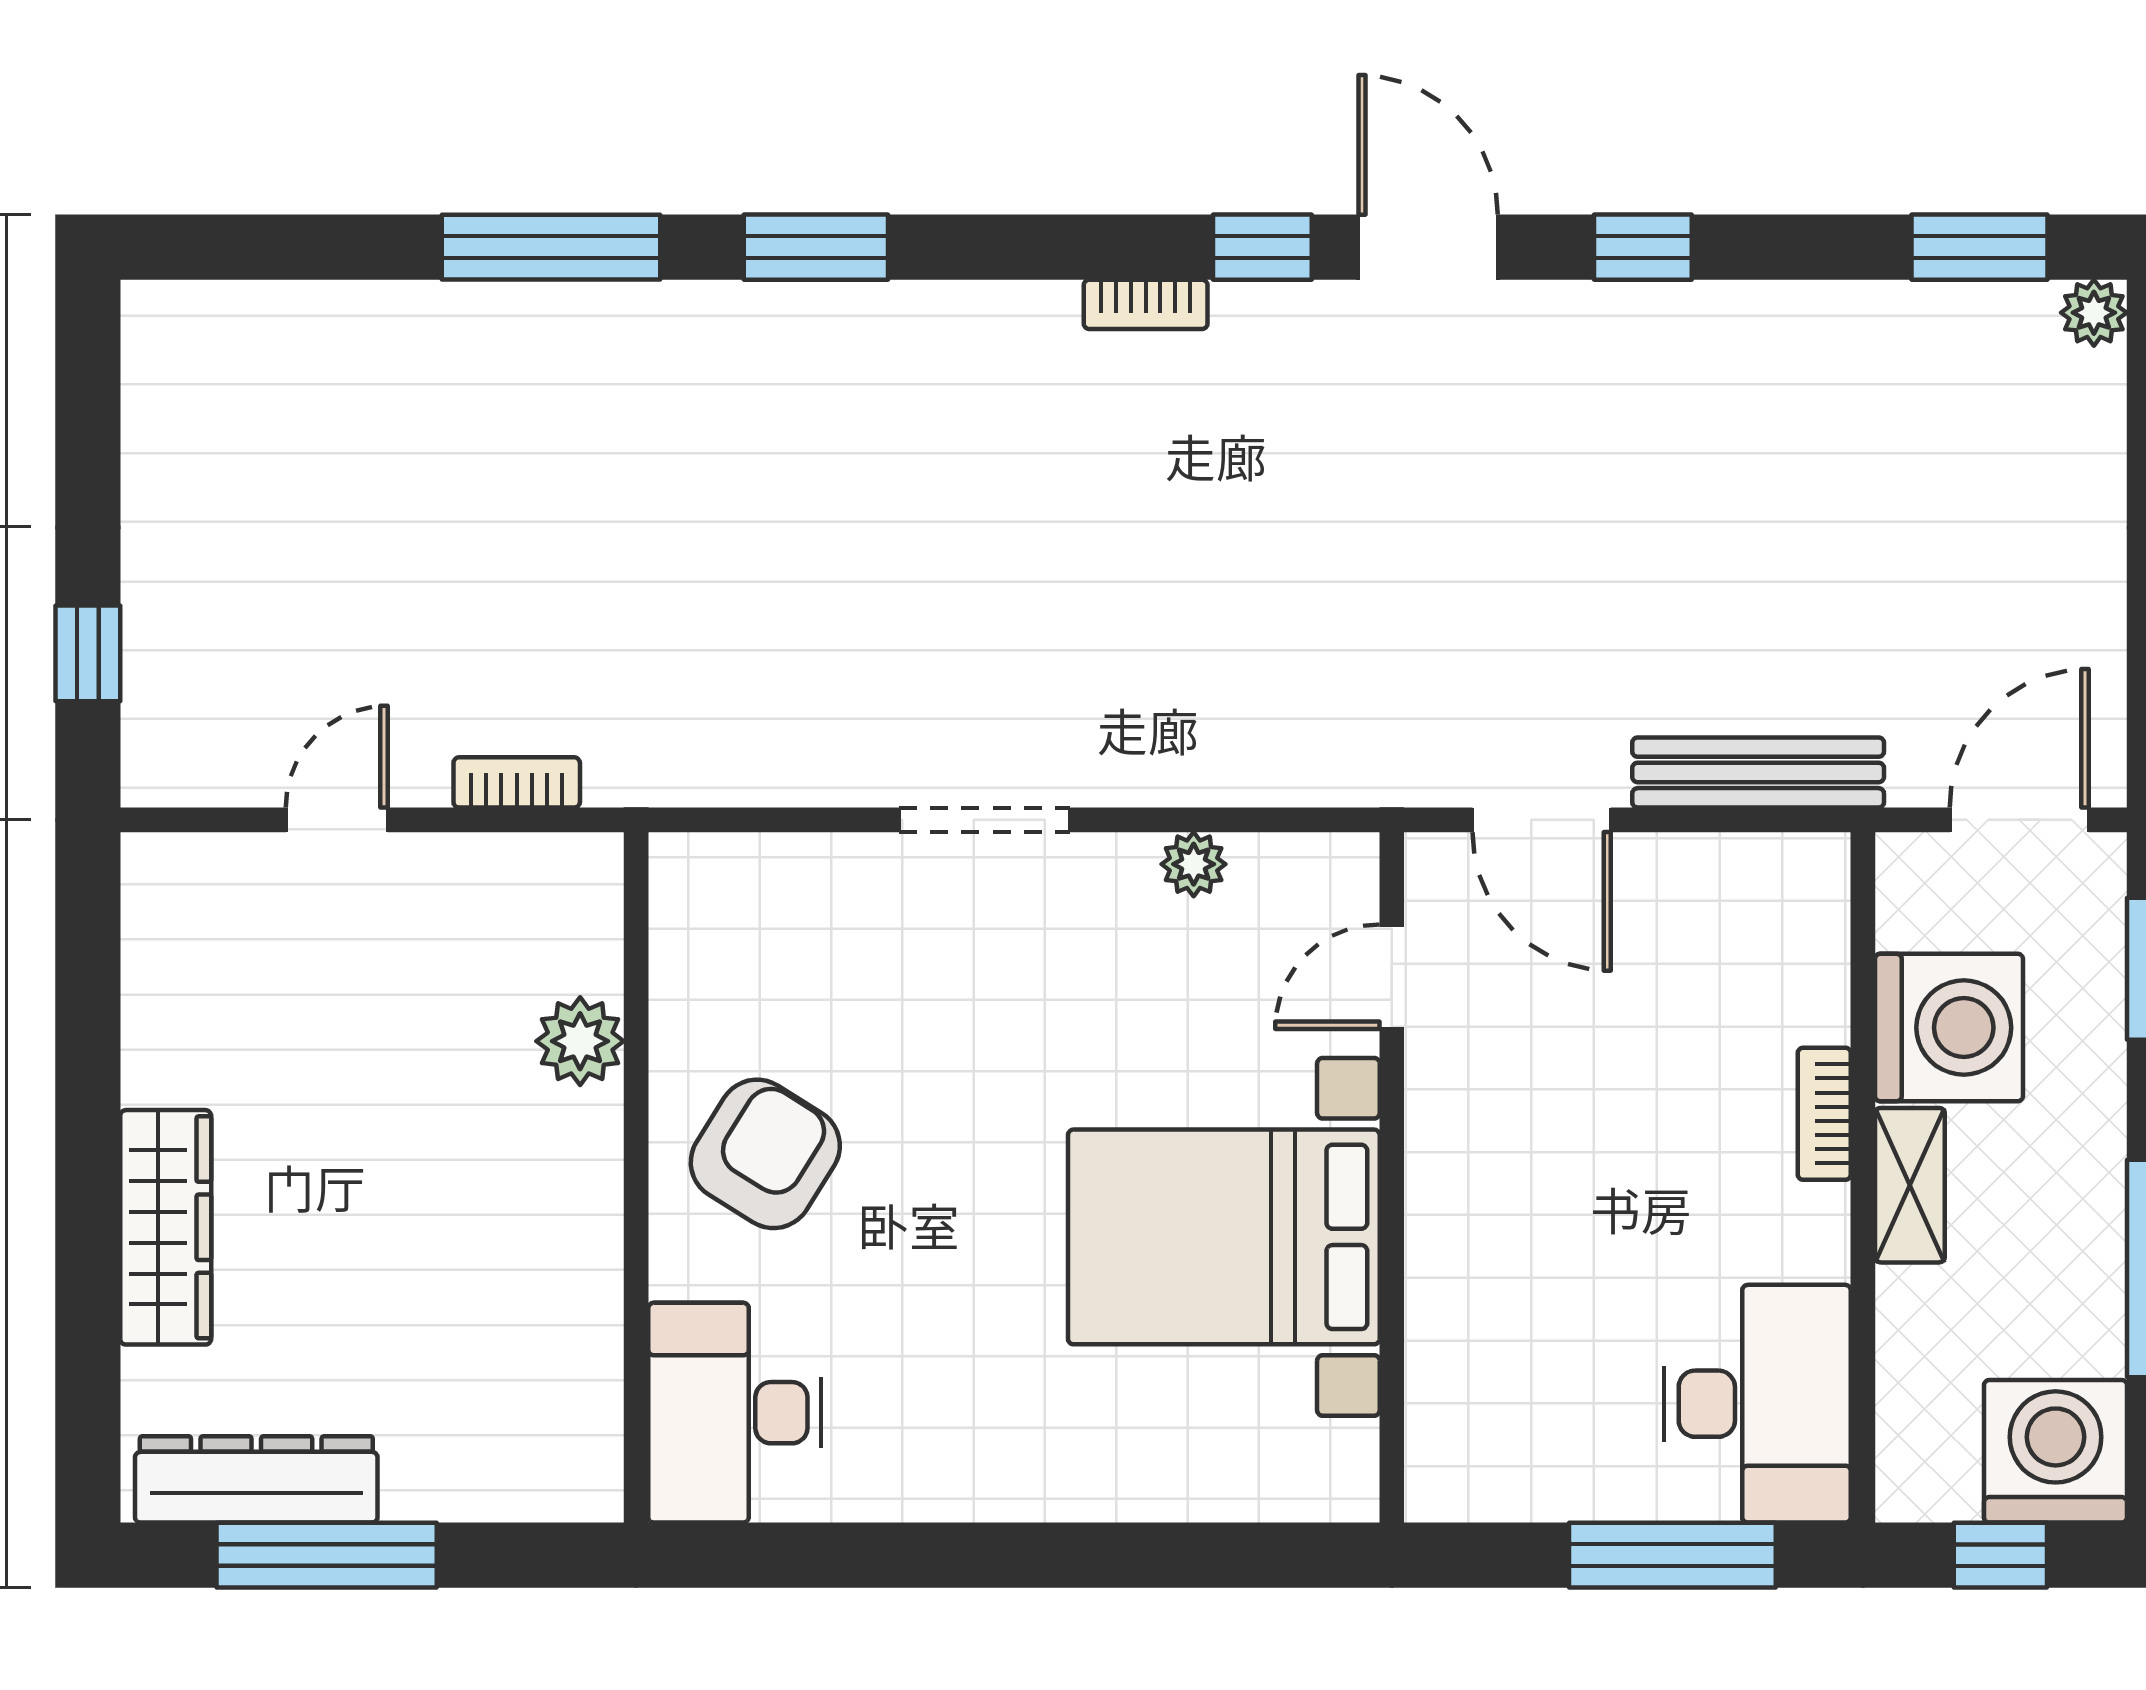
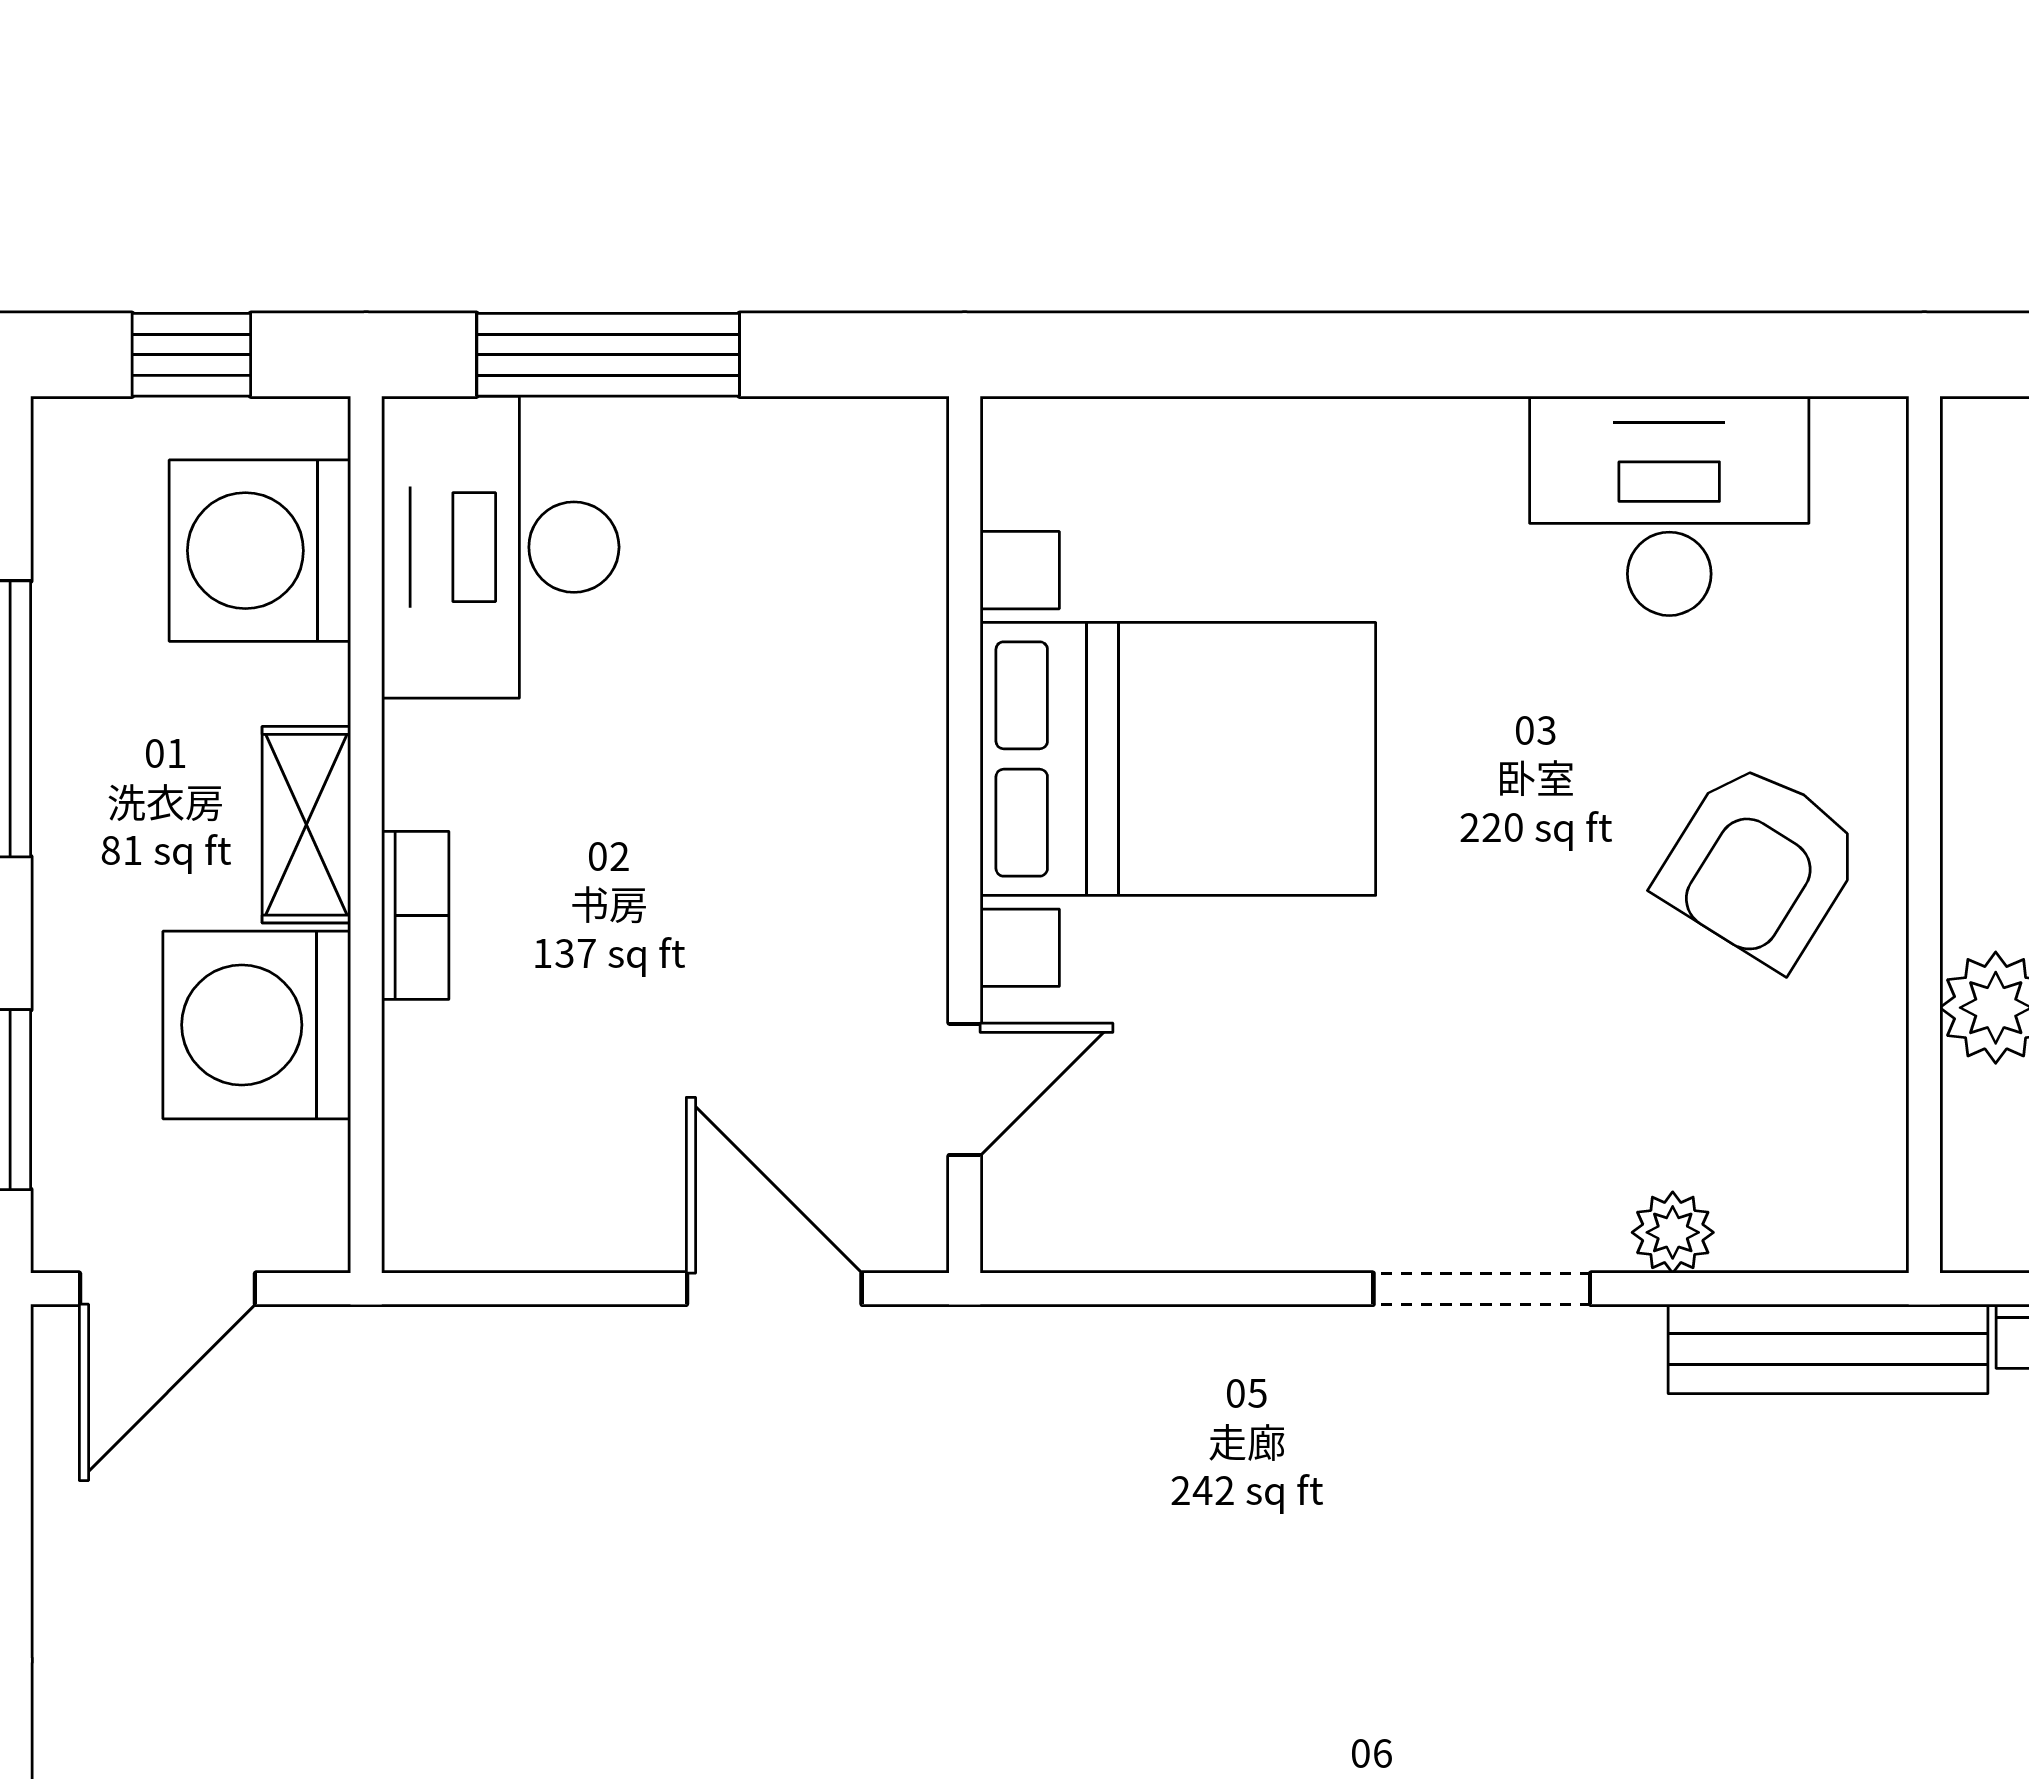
bench: (1758, 772) -> (1828, 1349), moved
plant: (1194, 864) -> (1673, 1232), moved
desk: (735, 1413) -> (1669, 506), moved, turned -90
washing machine: (2056, 1451) -> (260, 551), moved, turned 90

